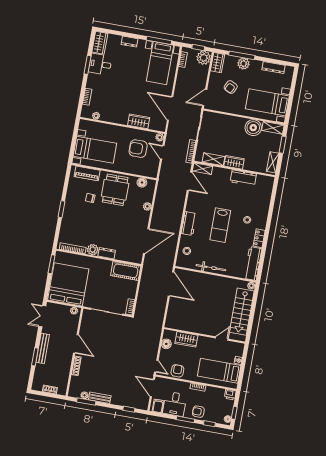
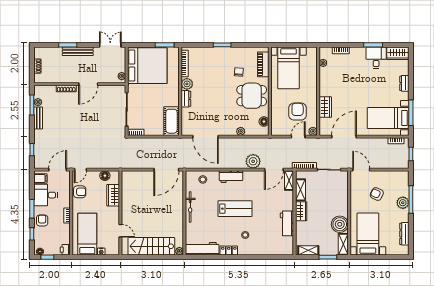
plant: (204, 58) -> (253, 161), moved
wardrobe: (217, 63) -> (399, 176), removed
lab bench: (220, 225) -> (235, 209), turned 180

